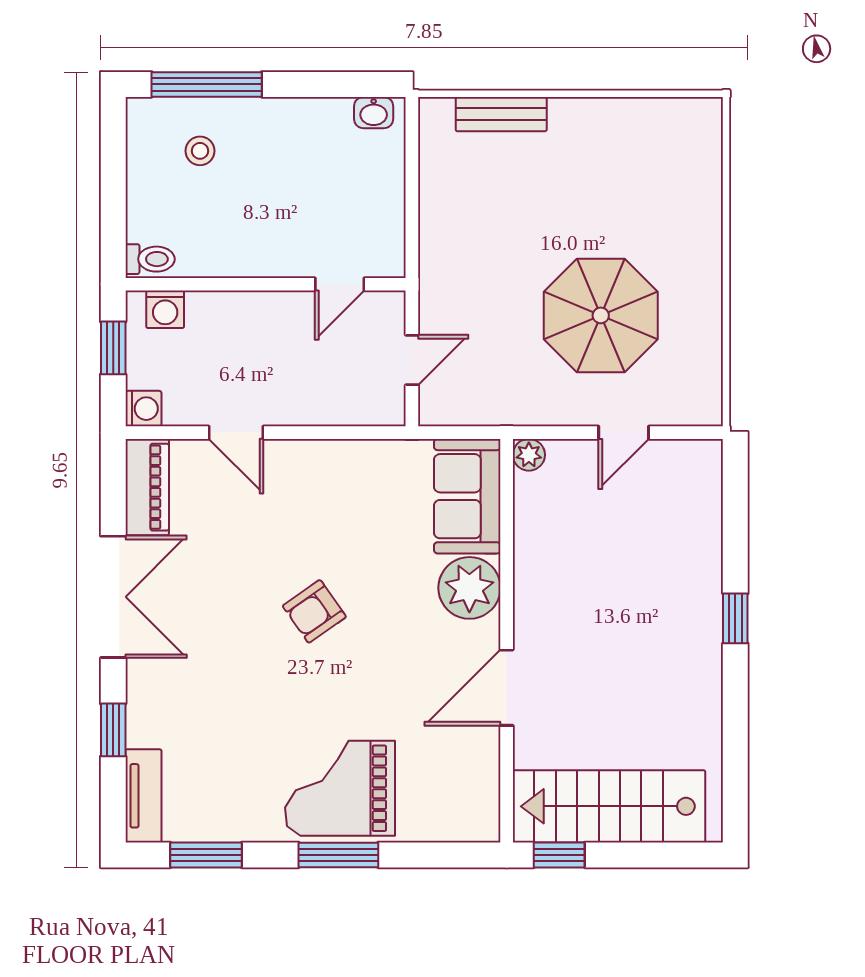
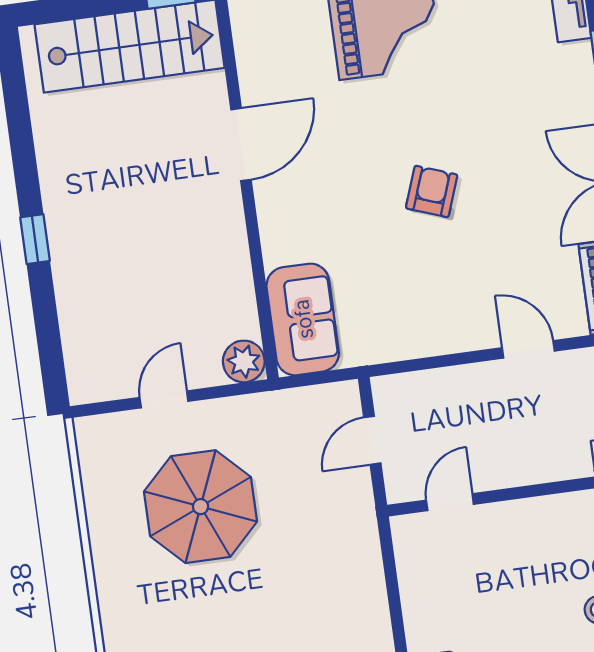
plant: (529, 455) -> (244, 361), width x1.38, depth x1.38
plant: (469, 588) -> (289, 234), removed
armchair: (314, 611) -> (432, 191), turned -35

